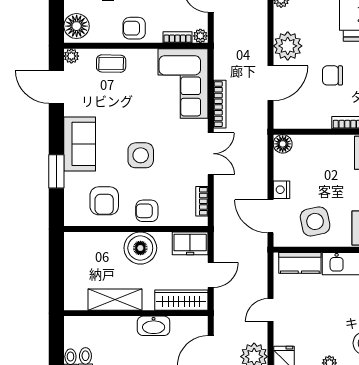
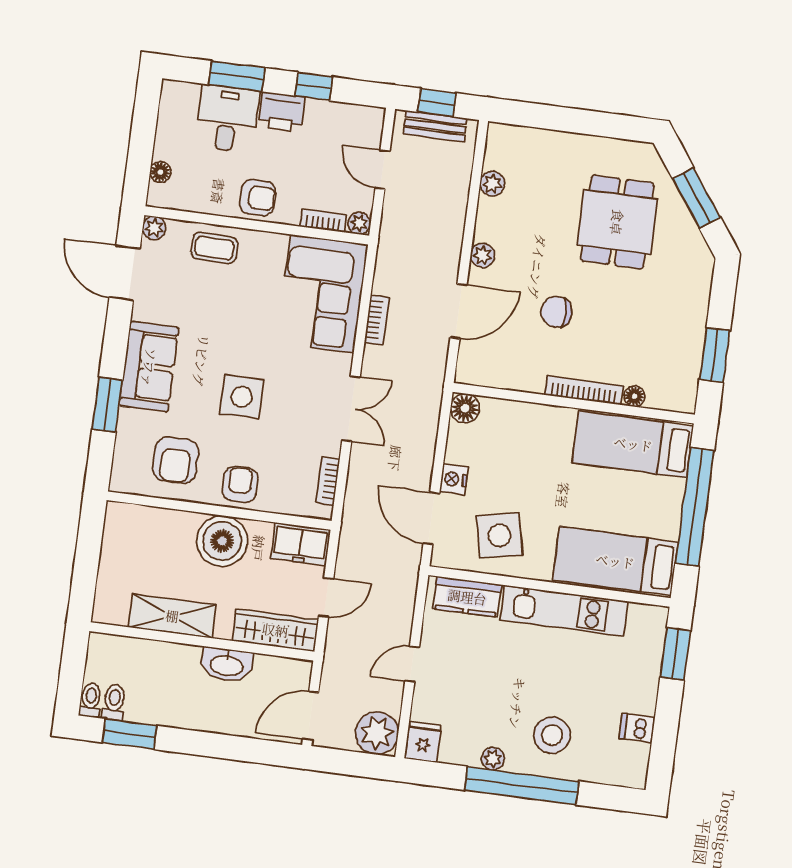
floor lamp: (77, 26) -> (160, 172), width x0.53, depth x0.53
armchair: (134, 28) -> (258, 198), turned 180
plant: (288, 46) -> (482, 255), width x0.53, depth x0.53
bookcase: (220, 104) -> (377, 320), width x0.64
armchair: (147, 211) -> (240, 484), turned 90

